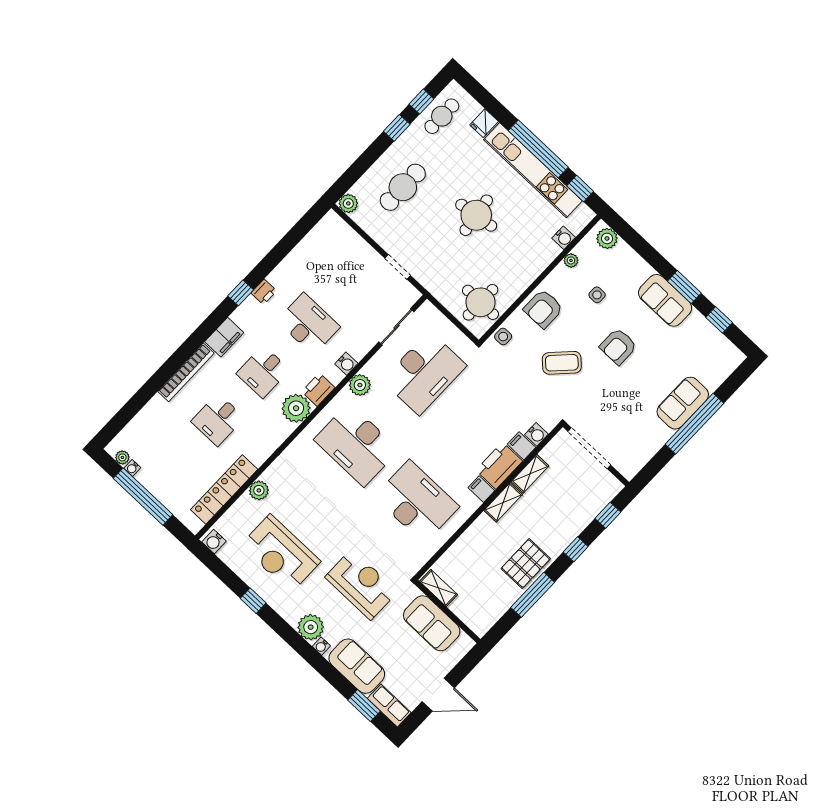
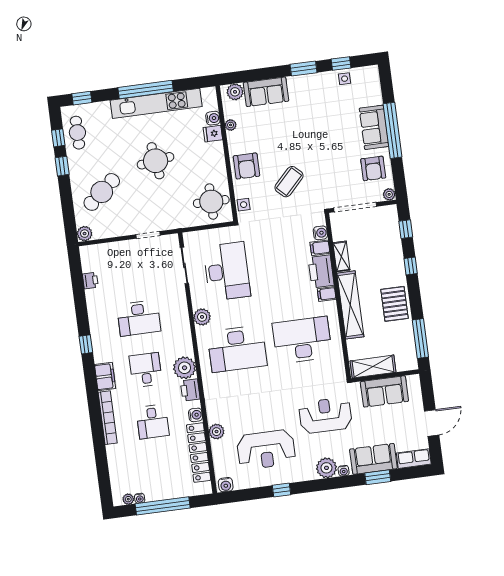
fridge: (484, 123) -> (213, 134), moved, turned 90
cafe table: (403, 187) -> (102, 192), turned 50
window: (580, 189) -> (82, 98), moved
printer: (264, 292) -> (90, 281), moved
side table: (597, 295) -> (345, 79), moved
sofa: (665, 300) -> (266, 92), moved
desk: (308, 324) -> (139, 318), turned 180
armchair: (618, 346) -> (373, 168), moved
water cooler: (346, 364) -> (196, 415), moved
desk: (263, 372) -> (146, 370), turned 180
printer: (318, 390) -> (190, 390), moved
plant: (629, 471) -> (389, 194), added
shelving: (503, 502) -> (350, 305), width x2.20, depth x1.33
shelving: (438, 588) -> (373, 367), width x1.50, depth x1.33
window: (533, 595) -> (420, 338), moved
window: (364, 706) -> (378, 477), moved

